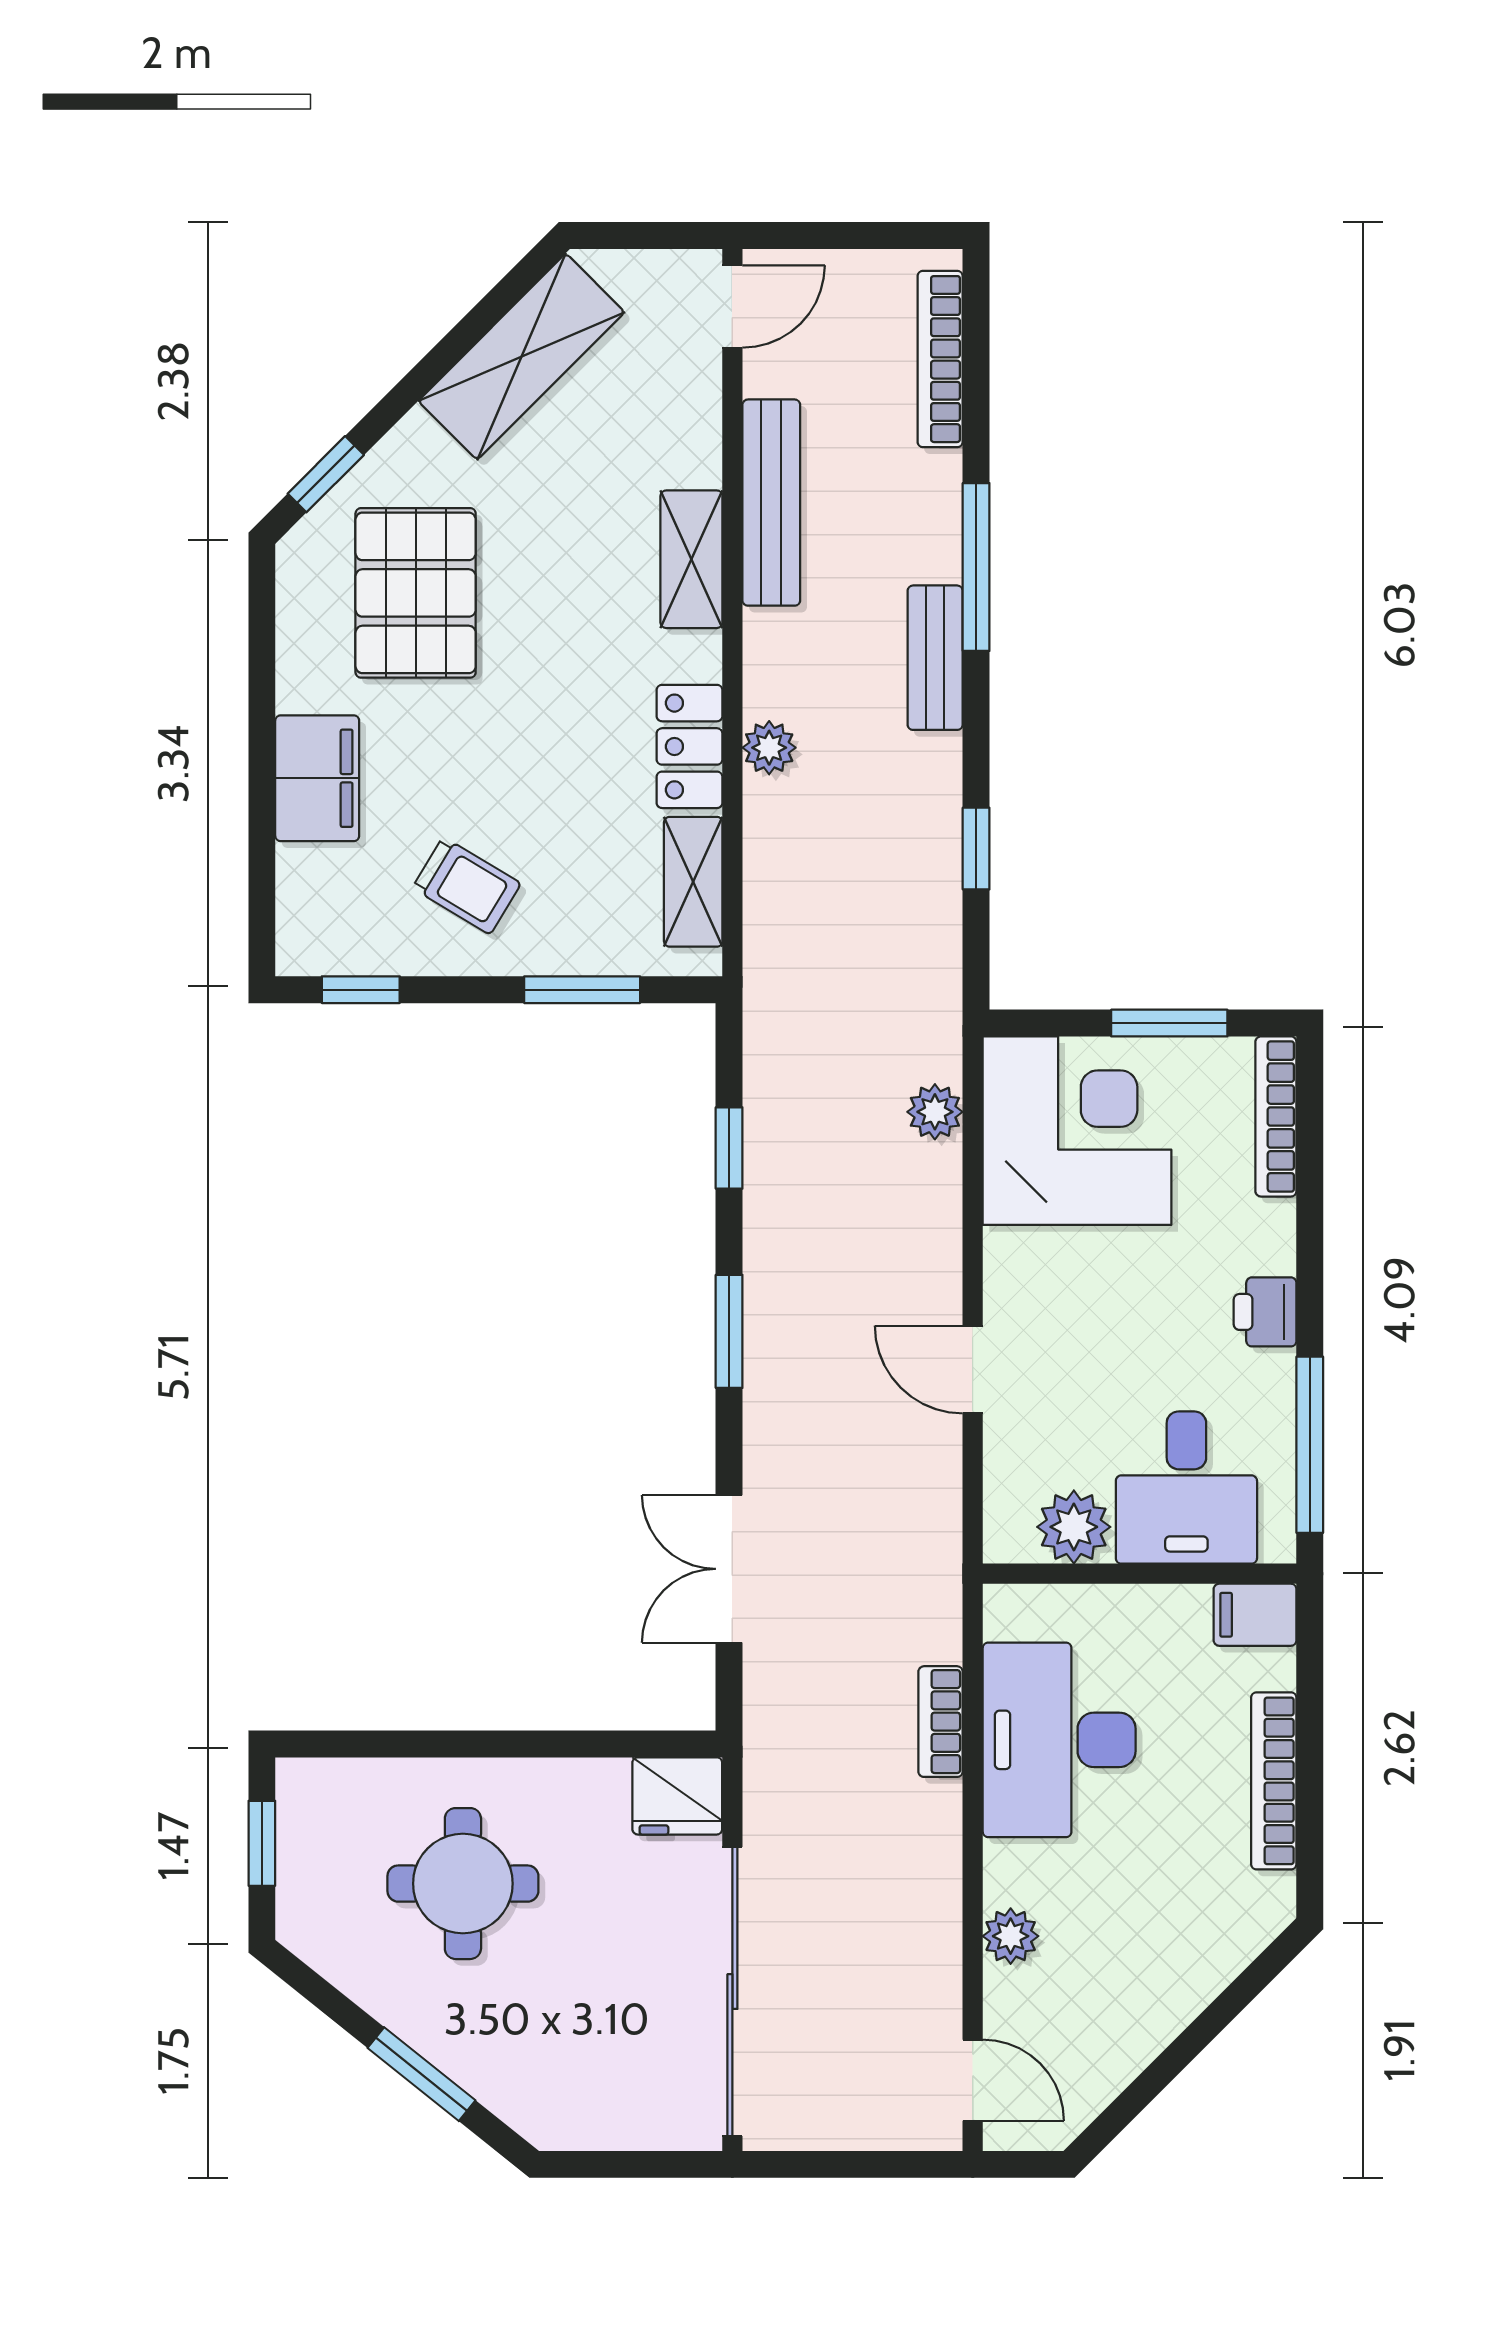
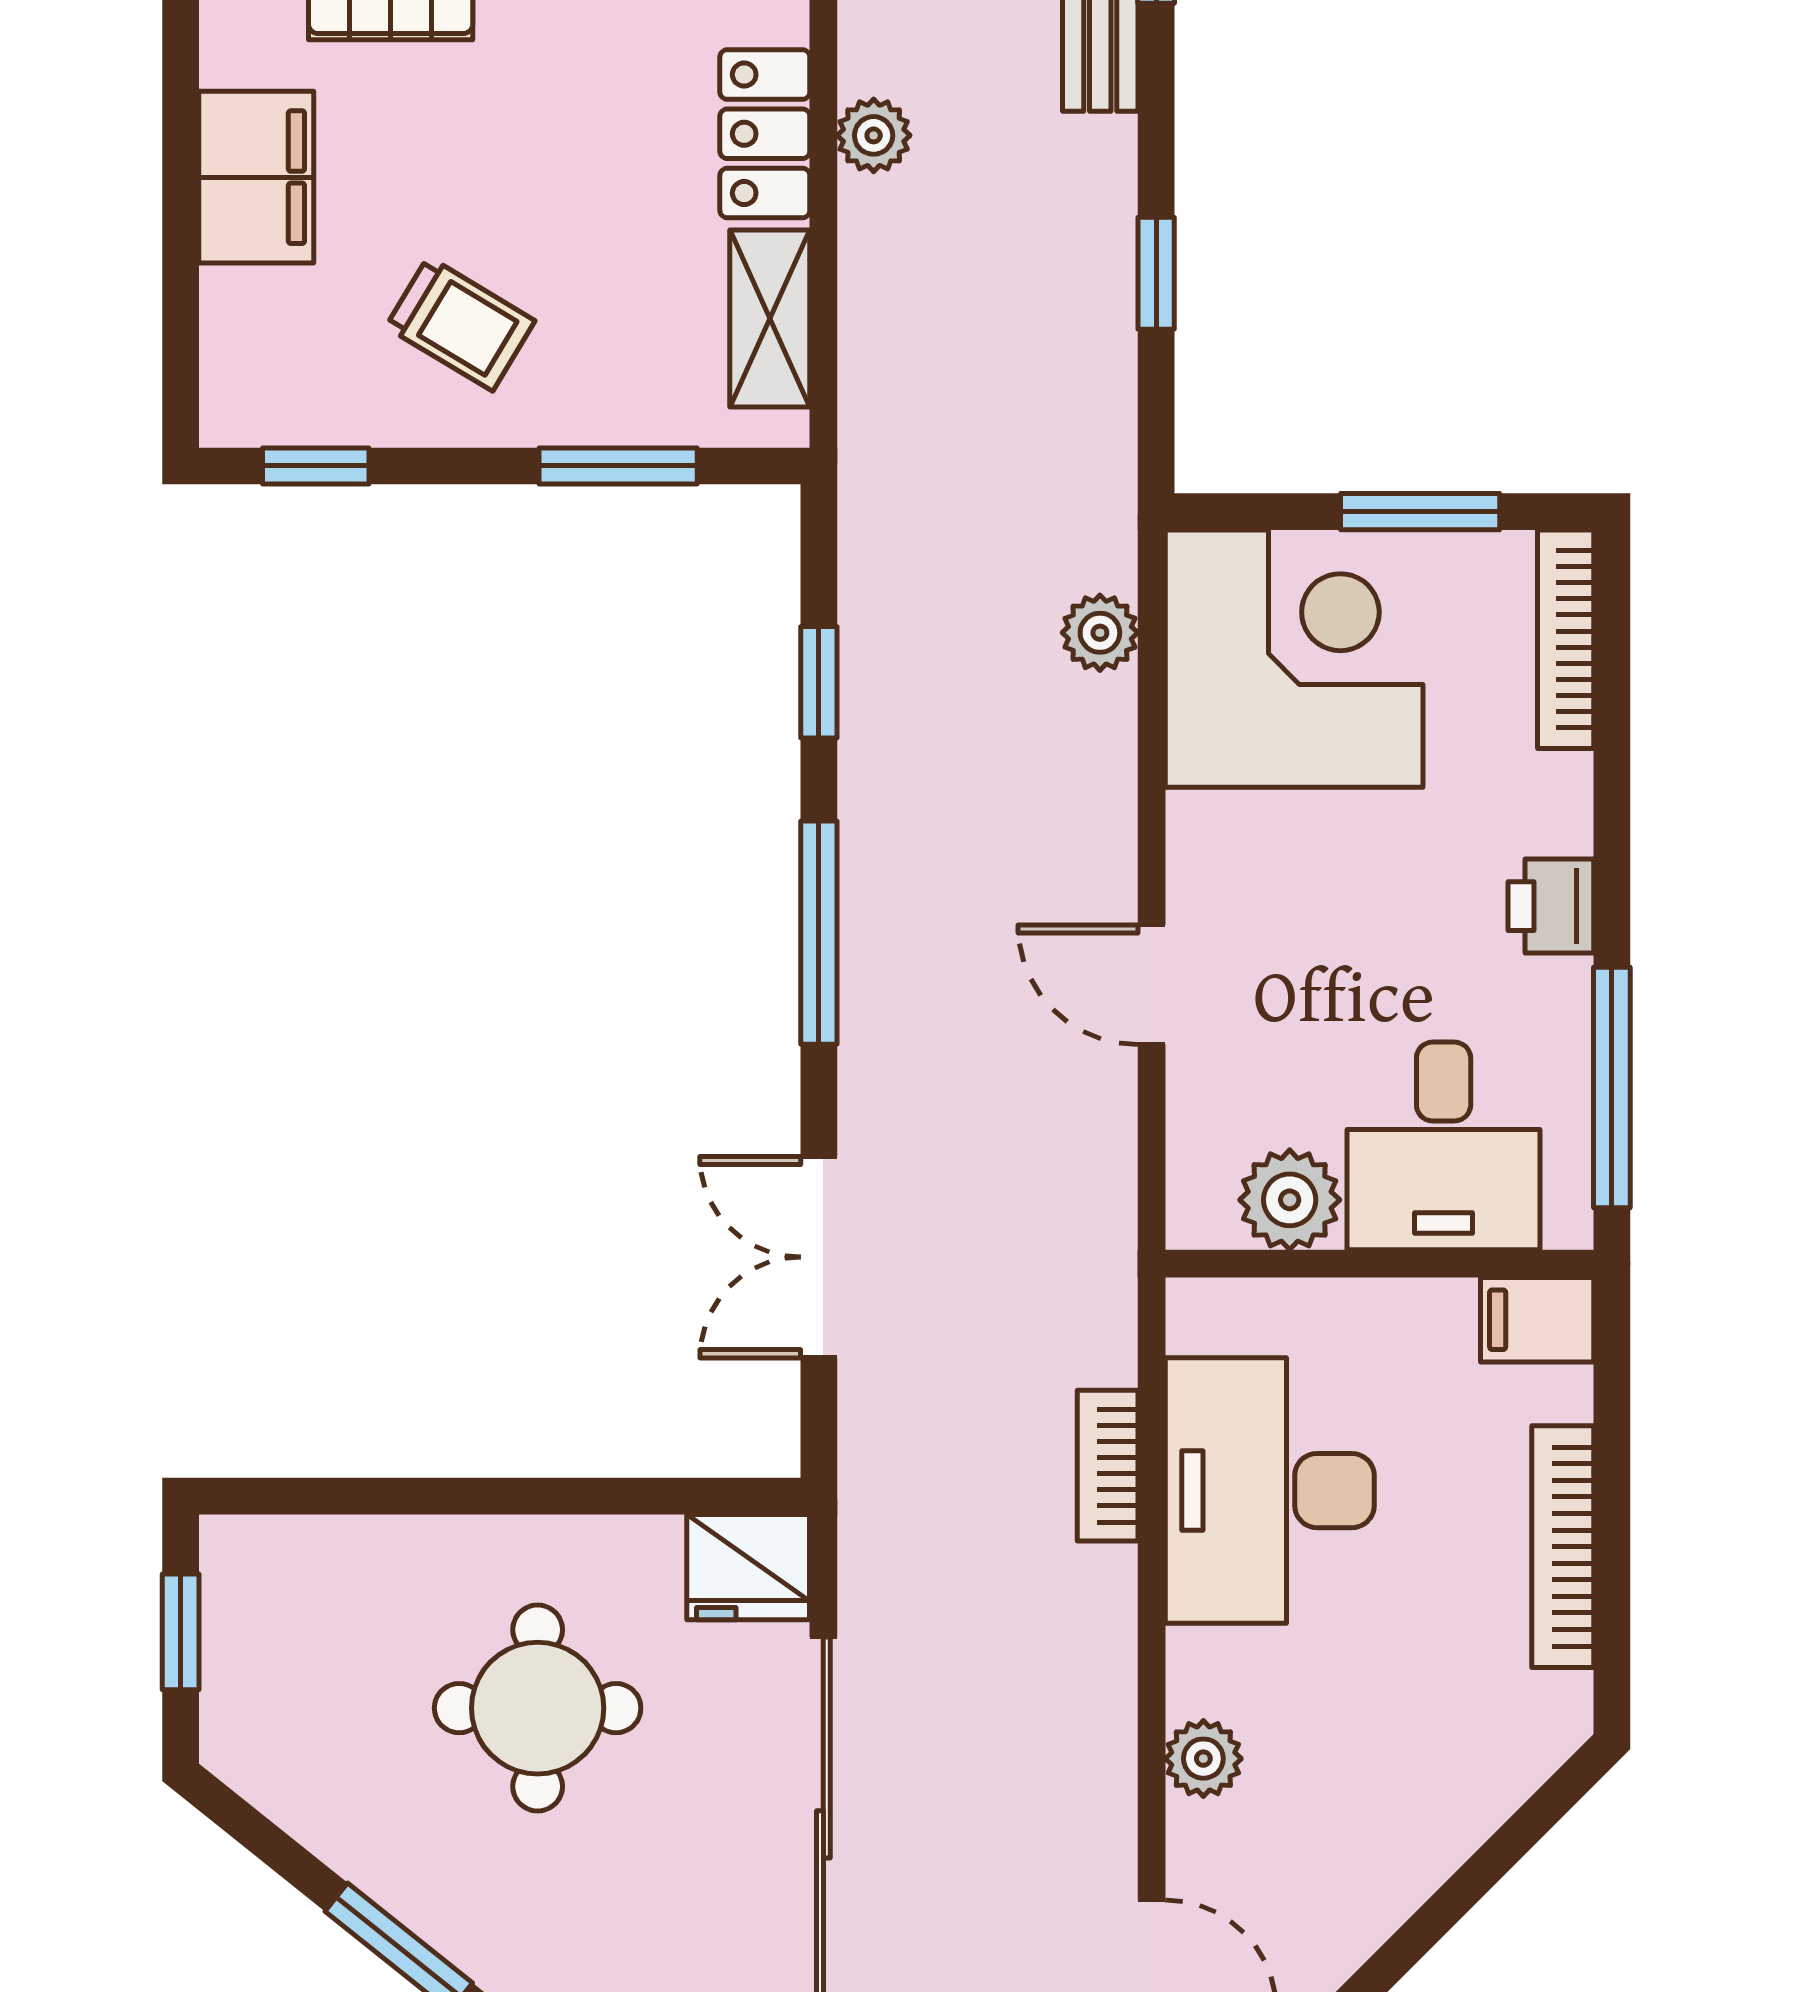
window: (729, 1331) -> (819, 933), width x1.44
round table: (463, 1884) -> (538, 1708), moved

